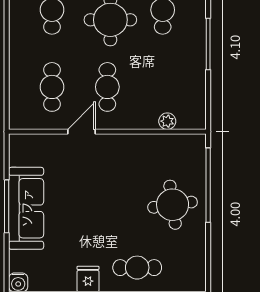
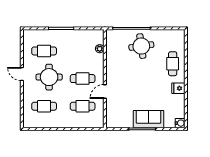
door: (81, 132) -> (105, 92), hinge flipped
sofa: (26, 208) -> (149, 119), width x0.73

